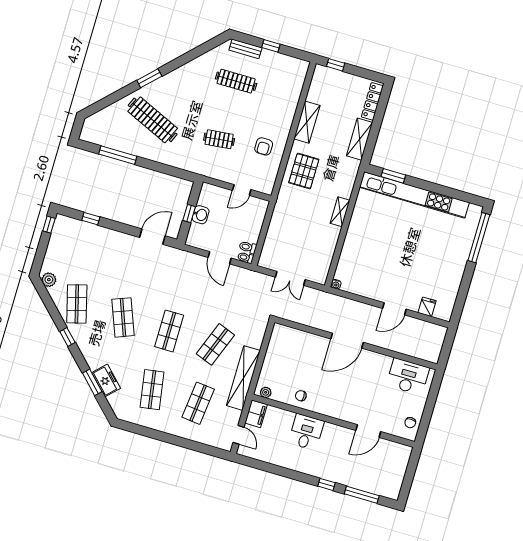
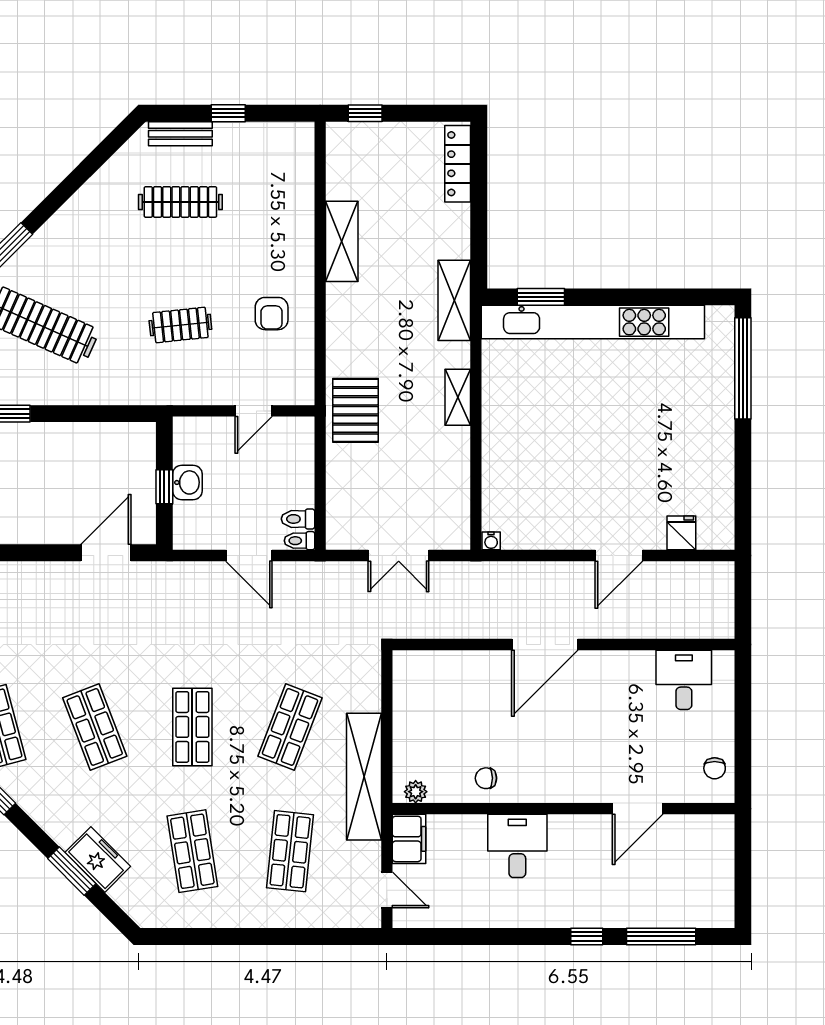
shelving: (360, 139) -> (454, 300), moved
pallet: (304, 171) -> (355, 410), moved
desk: (408, 377) -> (684, 680), width x0.73

